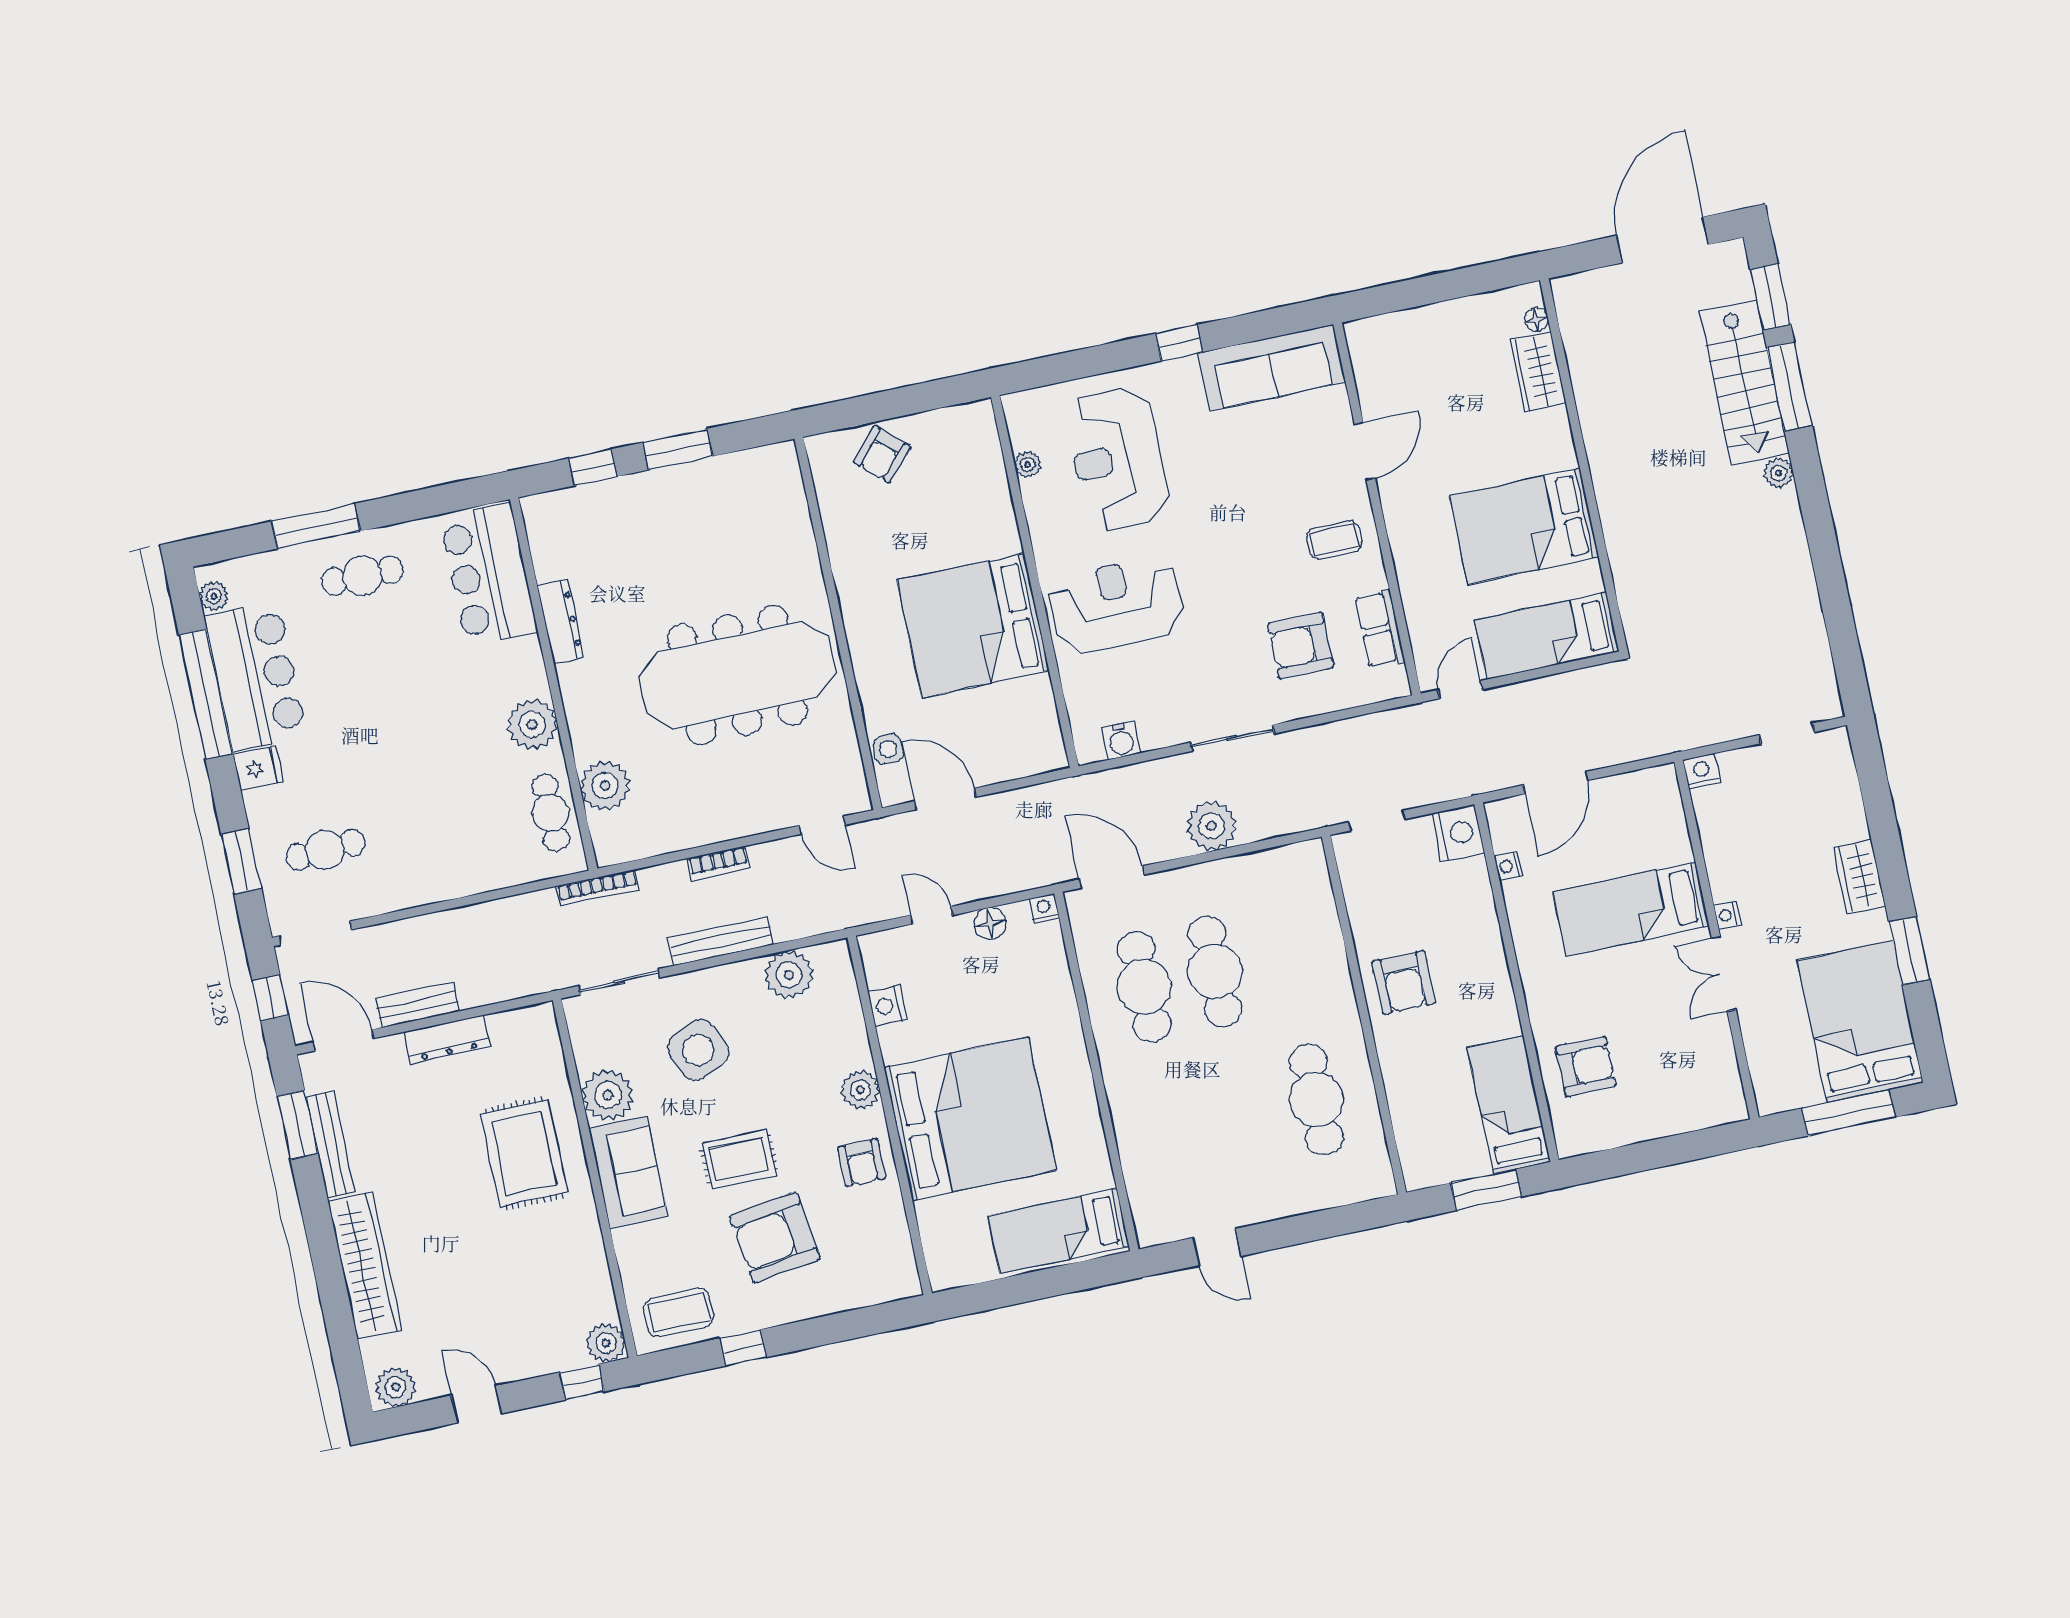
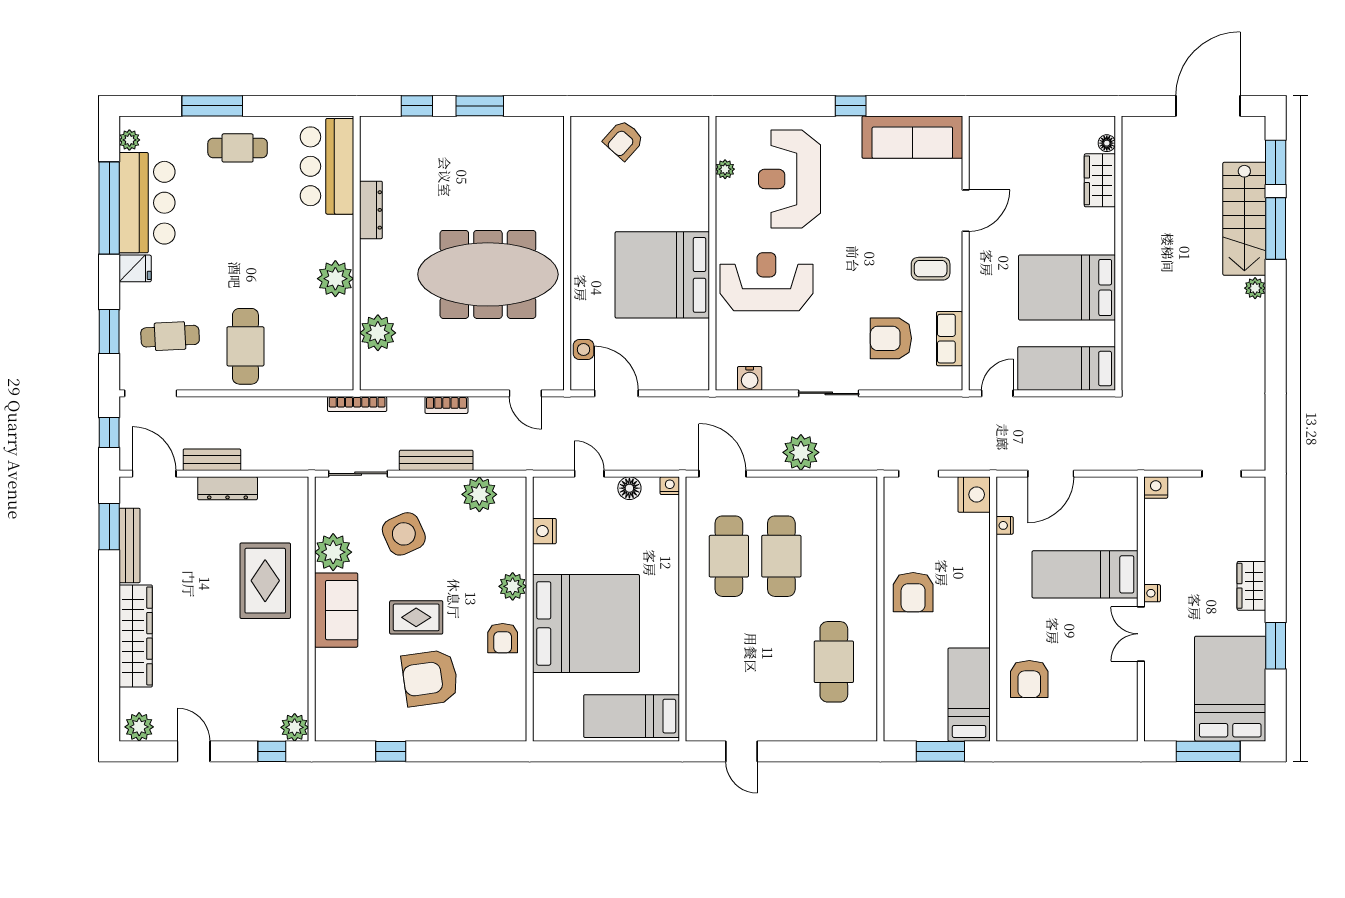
cafe table: (550, 813) -> (245, 346), moved, width x1.37, depth x1.35
armchair: (1586, 1066) -> (1029, 679), turned 90
coffee table: (679, 1312) -> (351, 717), removed

